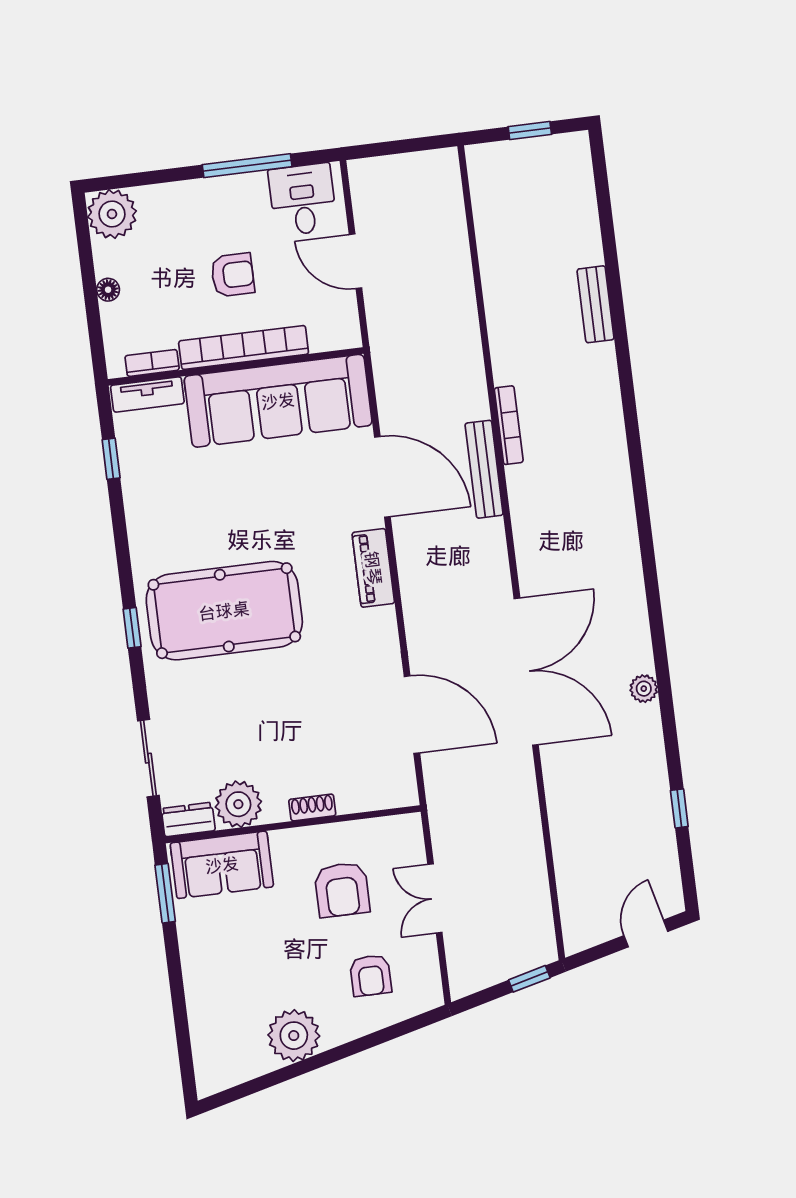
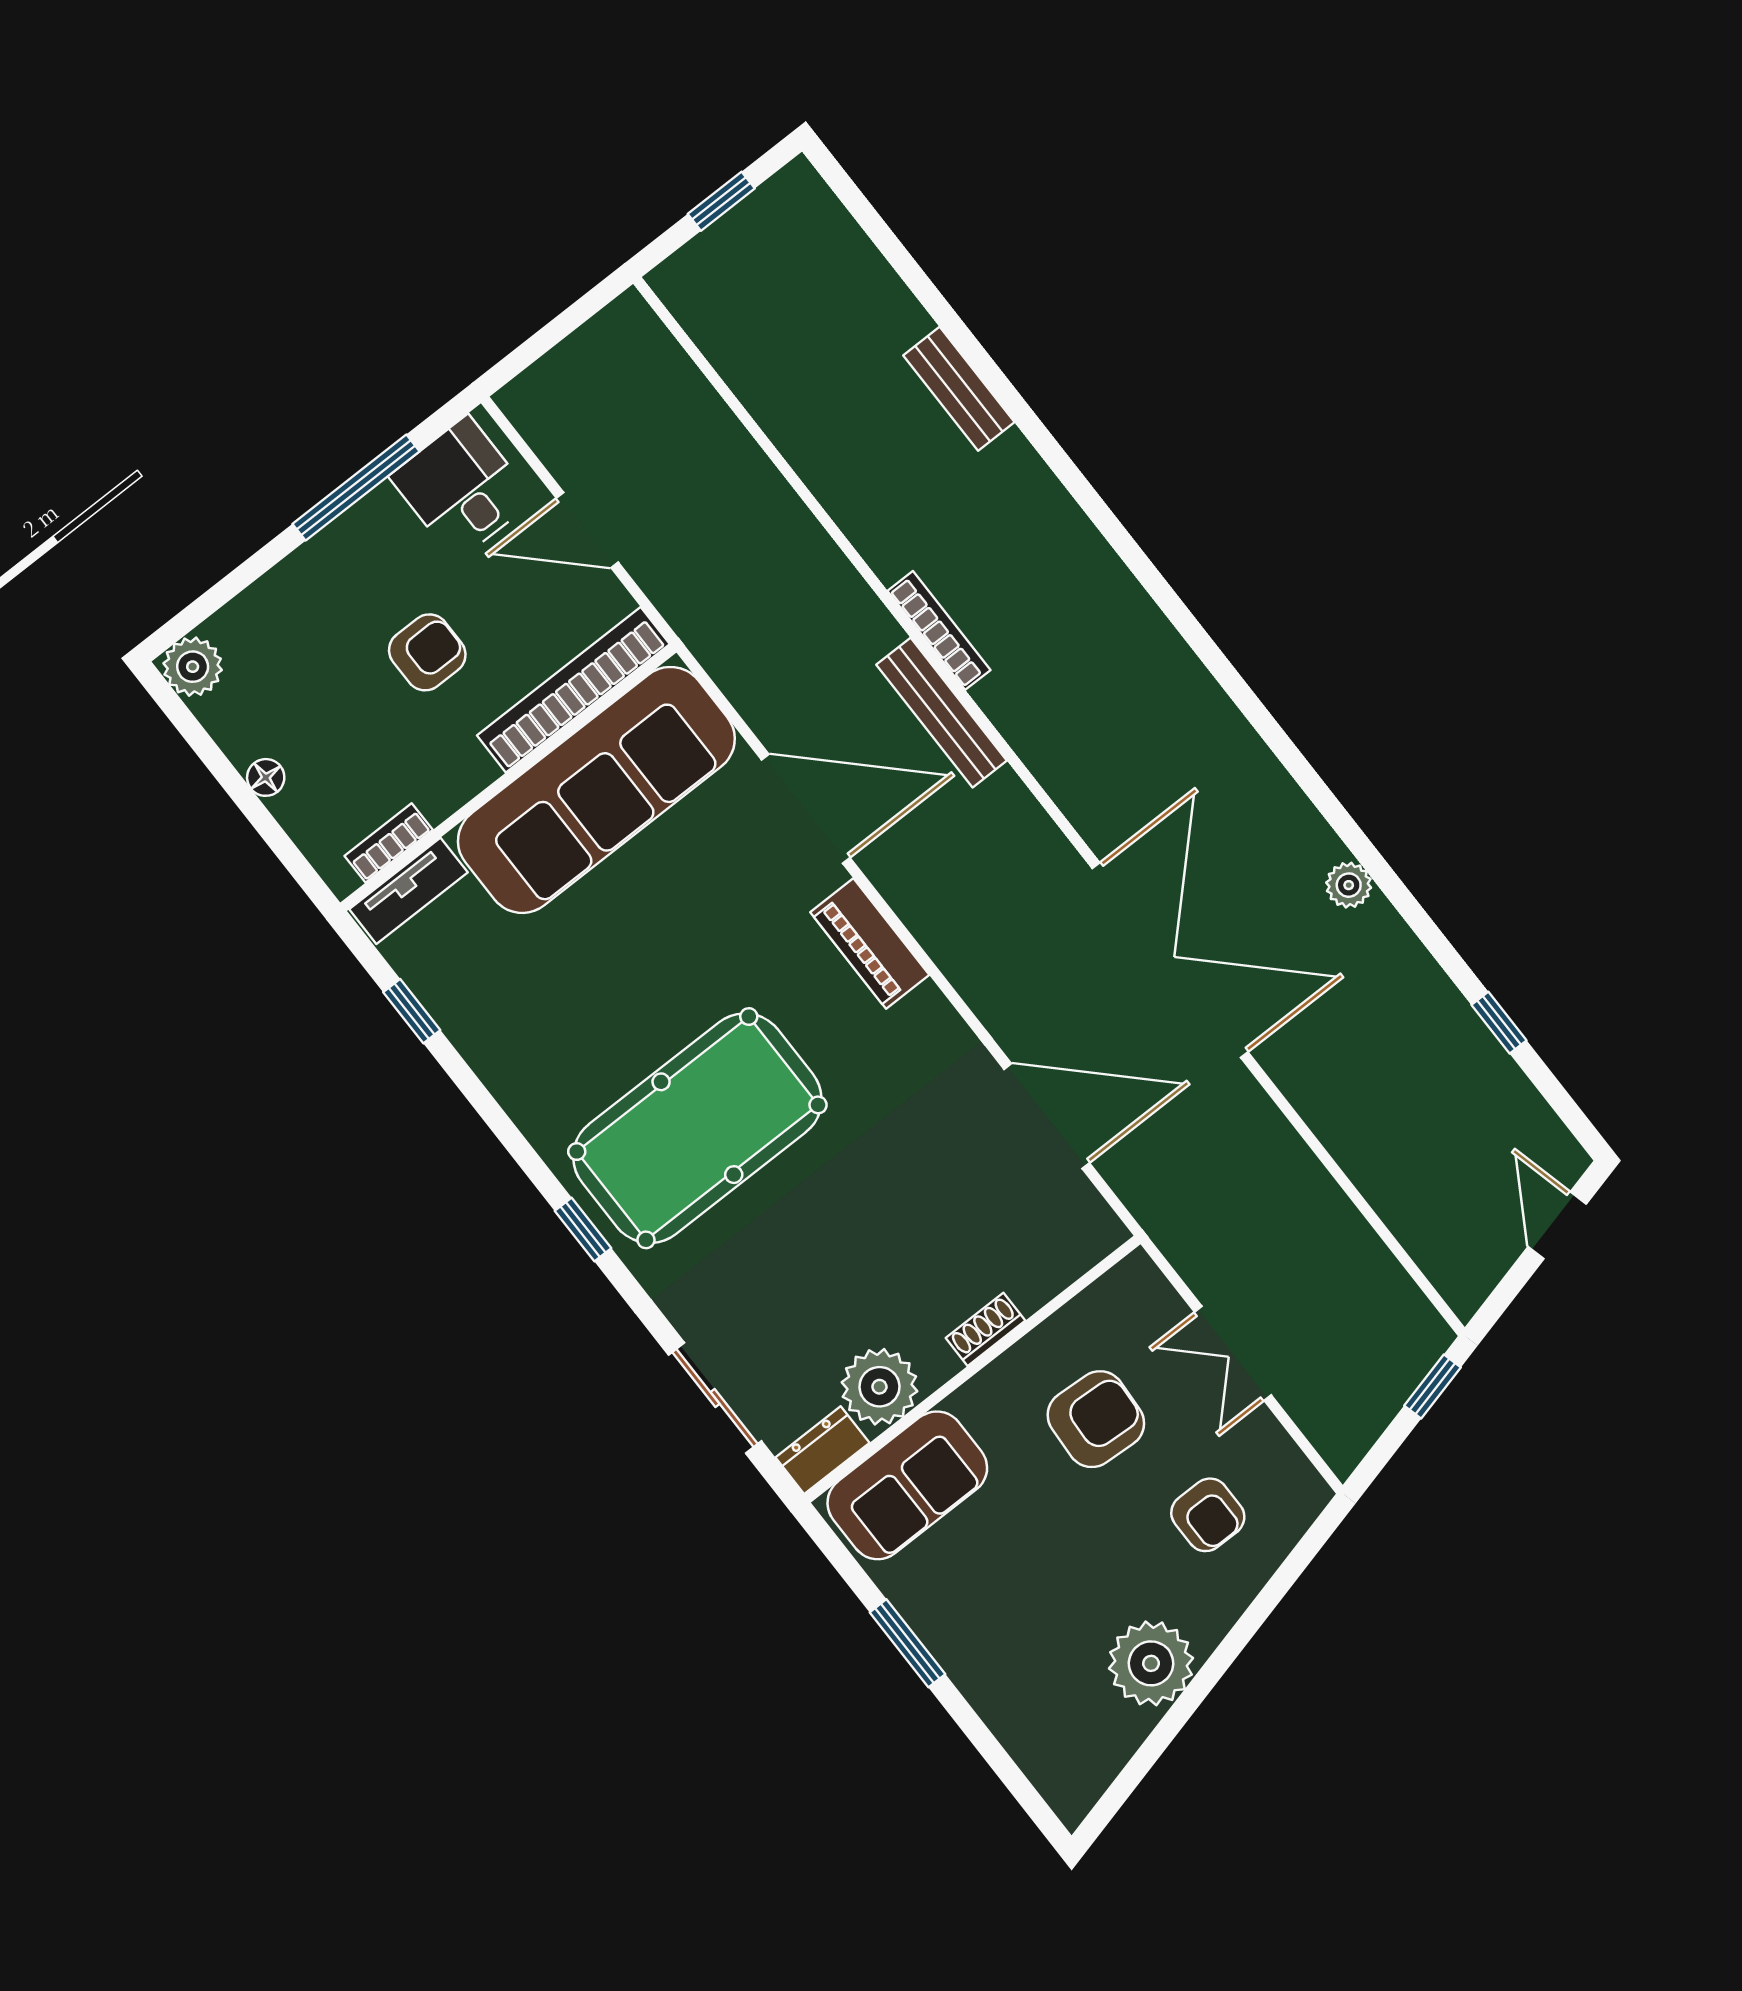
plant: (112, 214) -> (193, 667), width x0.73, depth x0.73
bookcase: (244, 347) -> (573, 690), moved
armchair: (342, 890) -> (1096, 1419), turned -87
window: (165, 893) -> (907, 1643), moved

